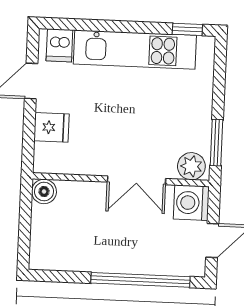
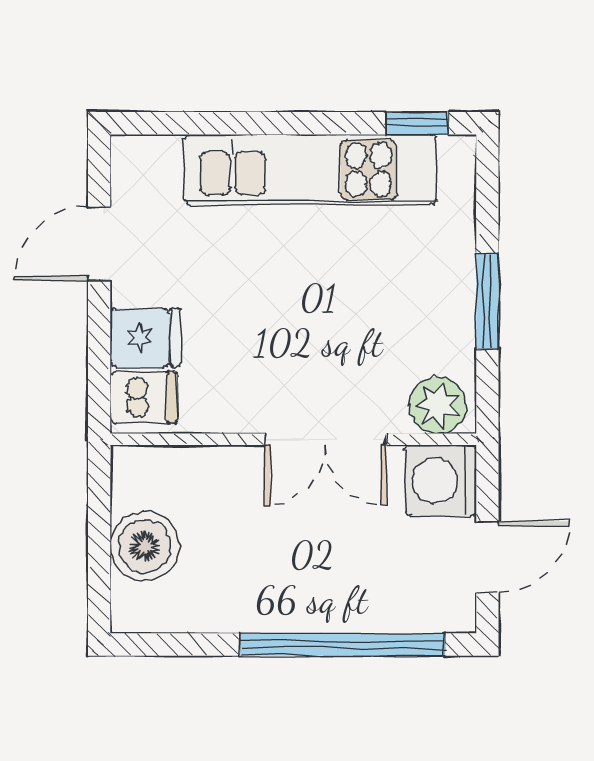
dishwasher: (59, 45) -> (144, 397), moved, turned -90
window: (217, 143) -> (487, 301), moved
boiler: (44, 191) -> (145, 546), moved, width x1.36, depth x1.36

